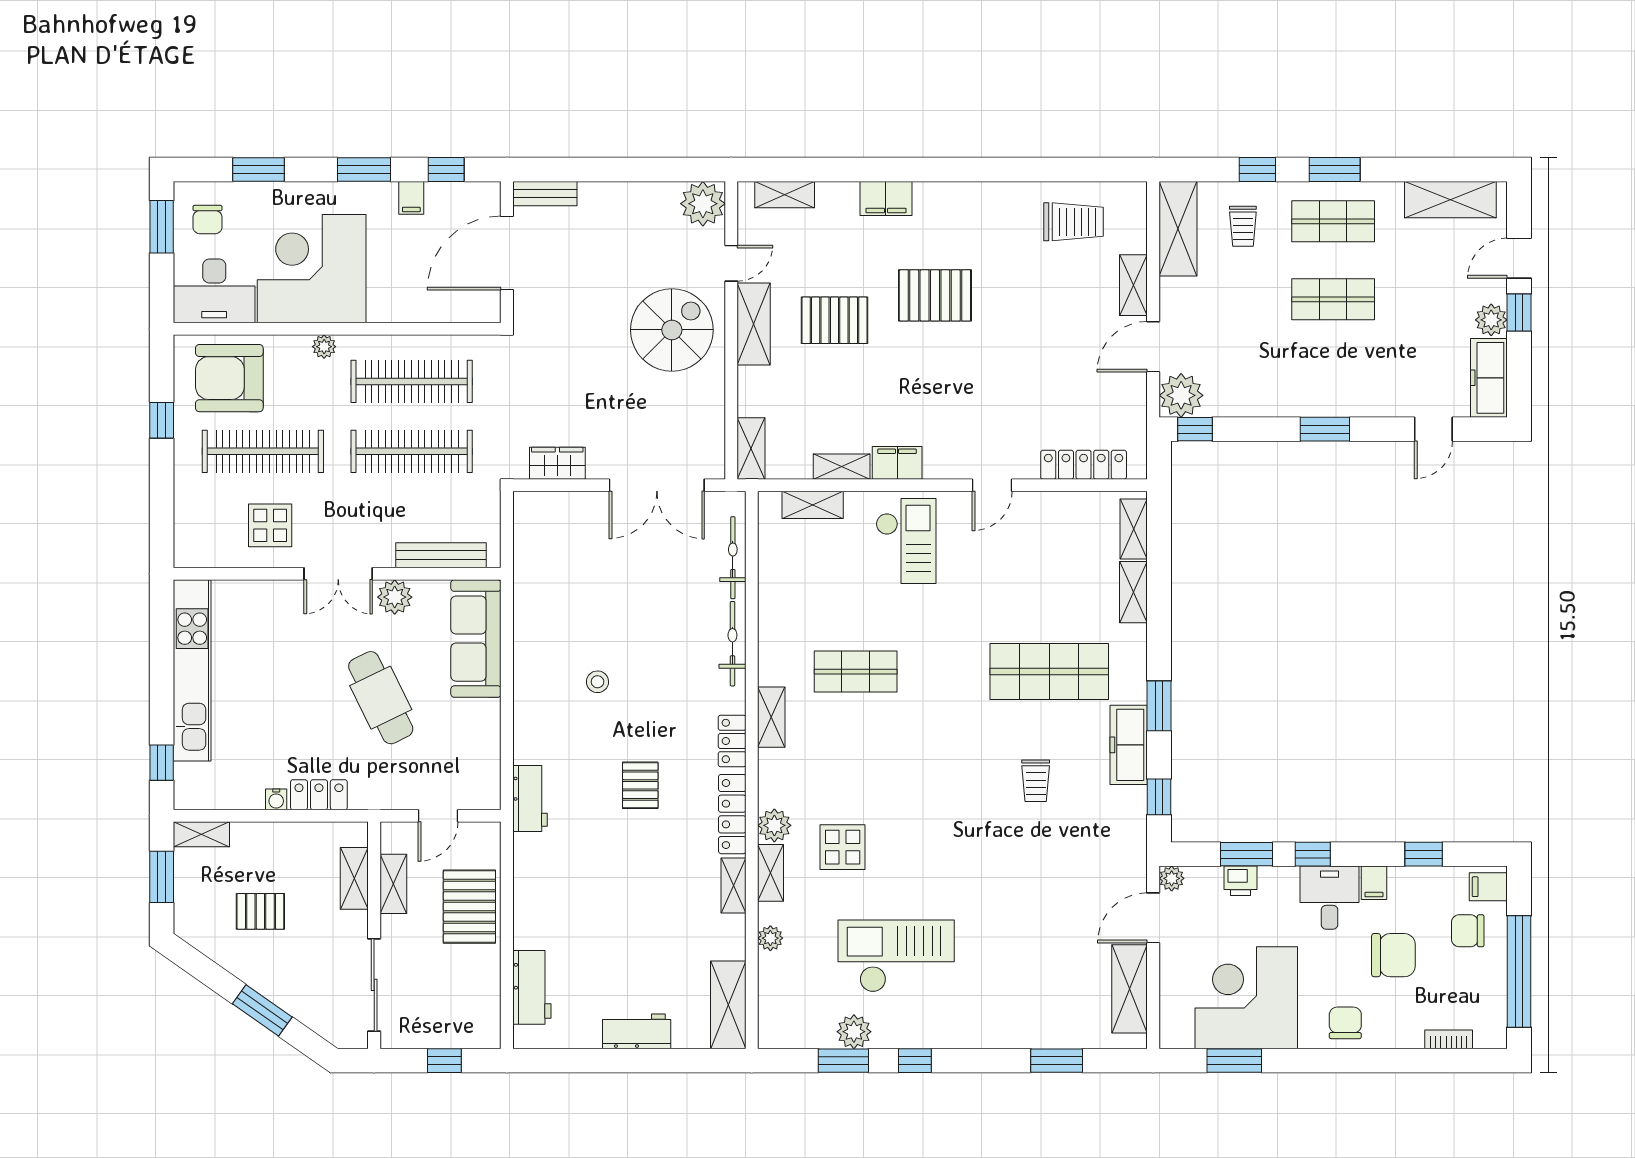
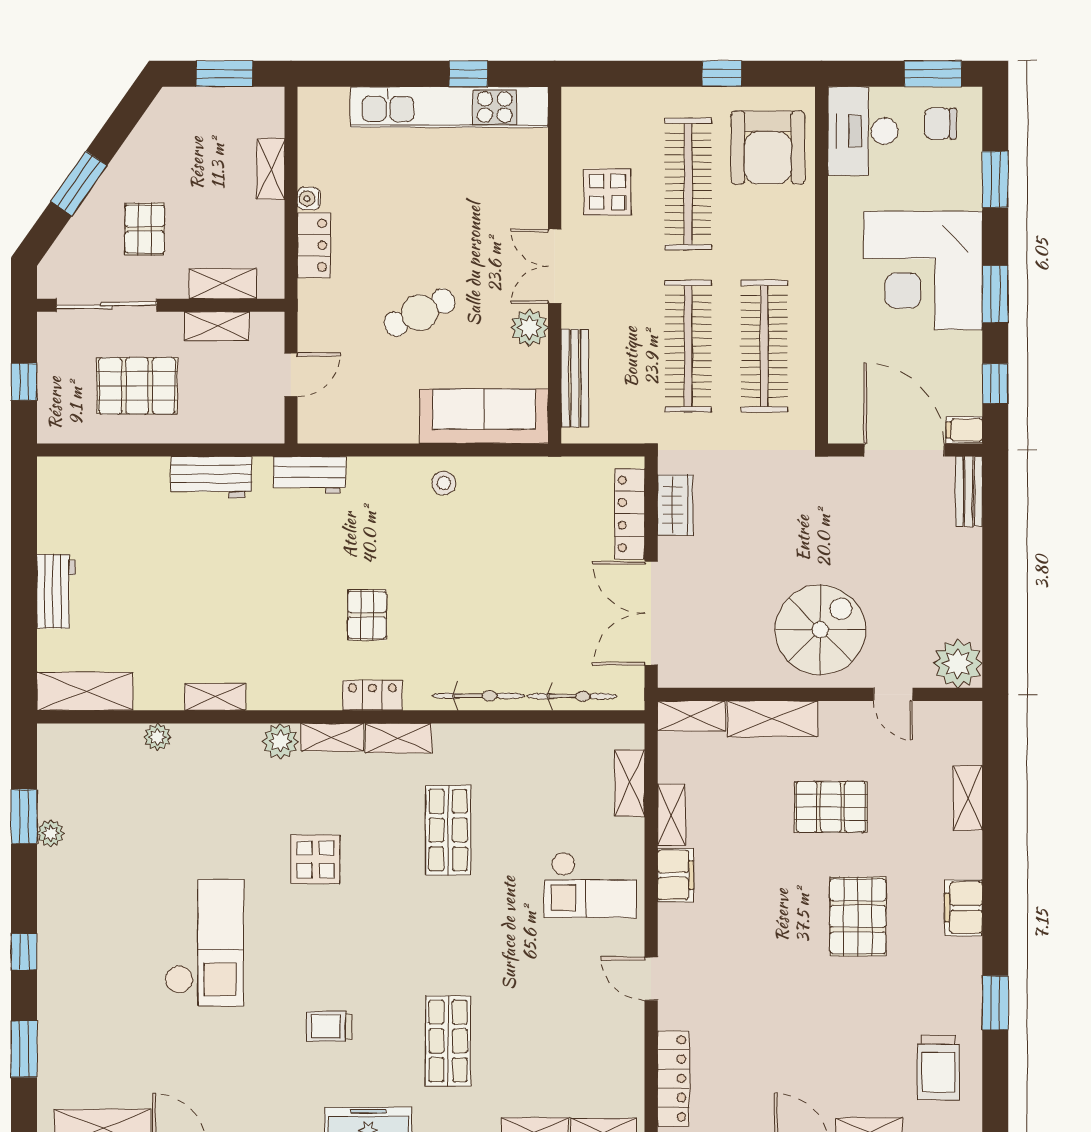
window: (1014, 169) -> (995, 1003), added
shelving: (785, 195) -> (968, 798), moved
filing cabinet: (411, 198) -> (964, 430), moved
filing cabinet: (886, 198) -> (964, 908), moved
corner desk: (312, 269) -> (923, 270), moved, turned 180
pallet: (834, 320) -> (831, 807), turned 90
shelving: (754, 324) -> (772, 719), moved
spiral stairs: (672, 330) -> (820, 630), turned -90
plant: (324, 347) -> (802, 251), removed
armchair: (229, 378) -> (768, 148), turned 180
shop shelf: (1049, 672) -> (448, 1041), width x0.70, depth x0.74
stool: (597, 682) -> (444, 483), moved
cafe table: (381, 698) -> (420, 312), width x0.73, depth x0.74
window: (162, 763) -> (468, 74), moved
pallet: (640, 785) -> (367, 615), moved, turned 90
locker: (732, 814) -> (630, 514), moved, turned -90
door: (438, 816) -> (291, 375), swing flipped
shelving: (201, 834) -> (271, 169), moved
display table: (843, 847) -> (316, 859), moved
shelving: (771, 873) -> (332, 737), moved
pallet: (469, 907) -> (137, 386), moved
pallet: (260, 911) -> (145, 229), moved
checkout: (896, 956) -> (204, 943), moved
workbench: (532, 987) -> (211, 477), moved
plant: (854, 1032) -> (51, 833), width x0.73, depth x0.73
window: (915, 1061) -> (24, 952), moved

